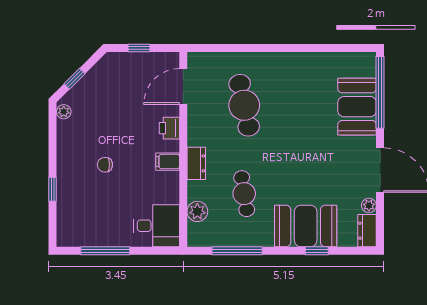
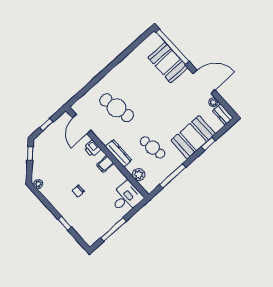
window: (74, 79) -> (30, 153), moved
dresser: (196, 163) -> (119, 153), width x1.44

